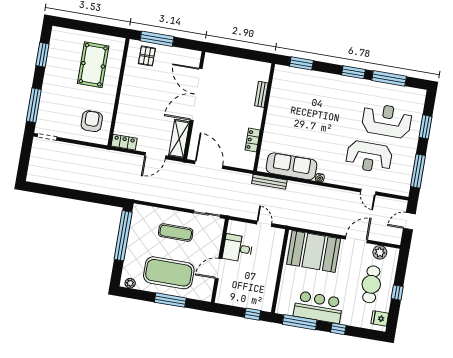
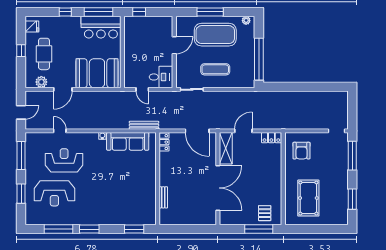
locker: (253, 140) -> (164, 142), moved
desk: (238, 248) -> (161, 77), moved
bar counter: (318, 307) -> (101, 27), moved

